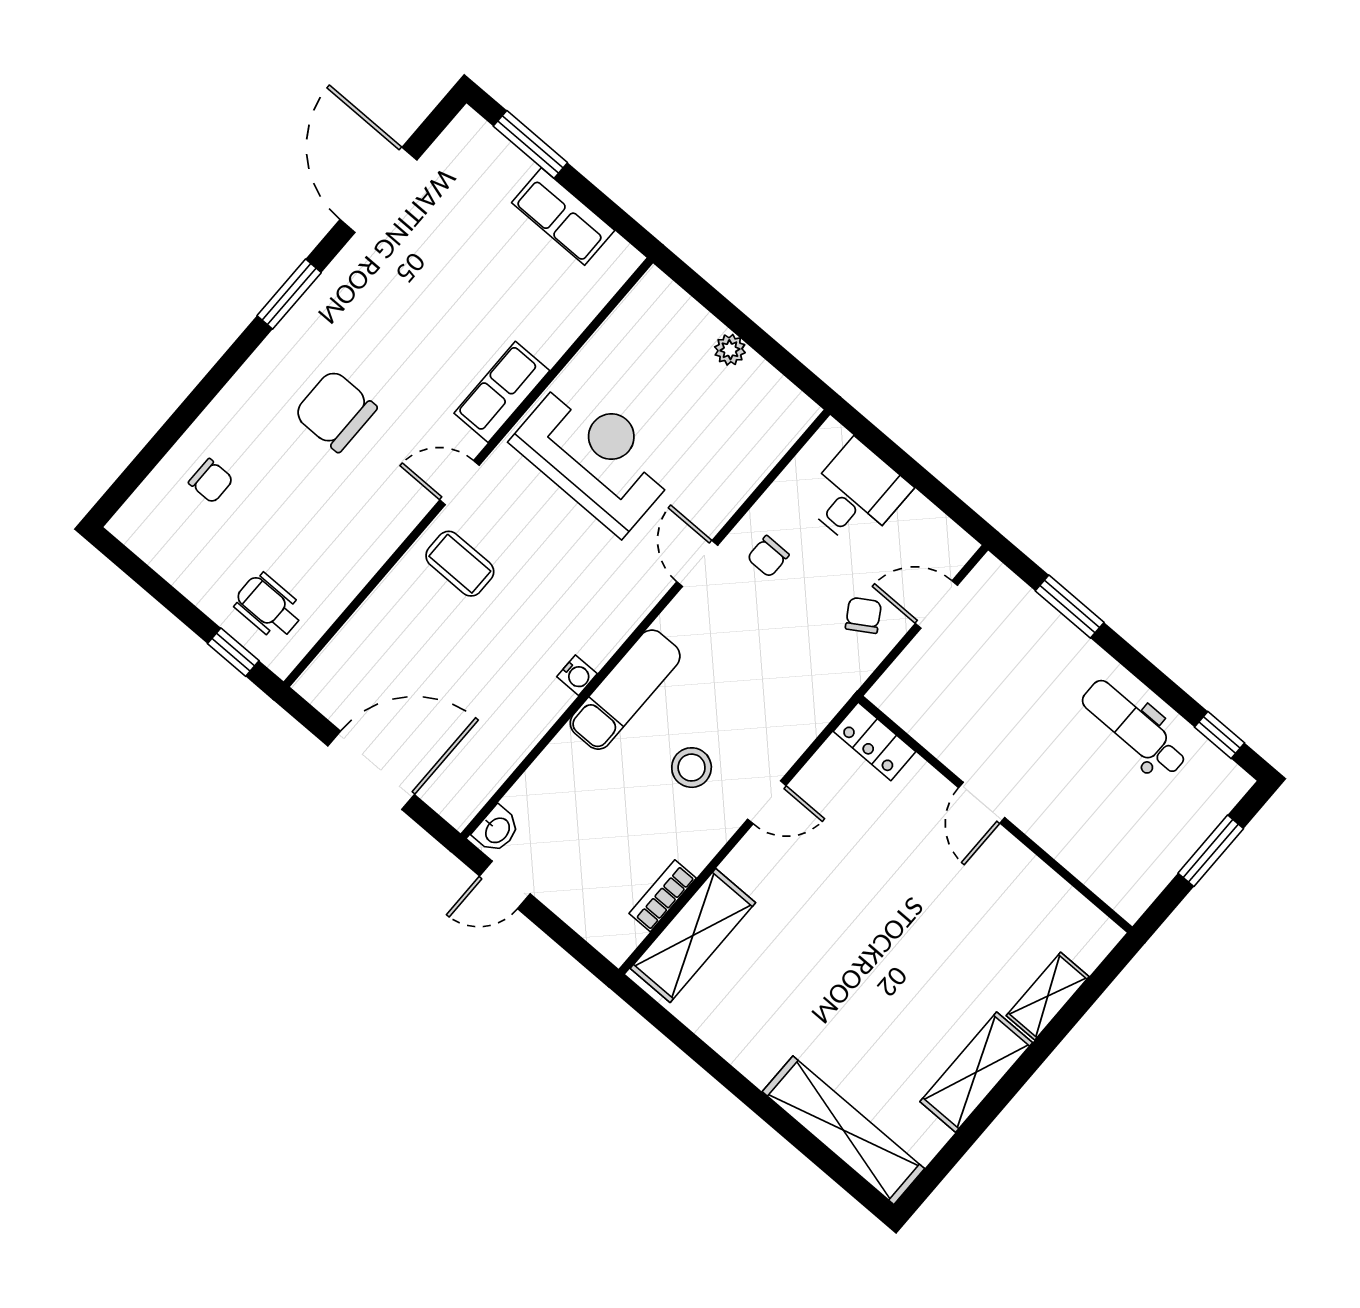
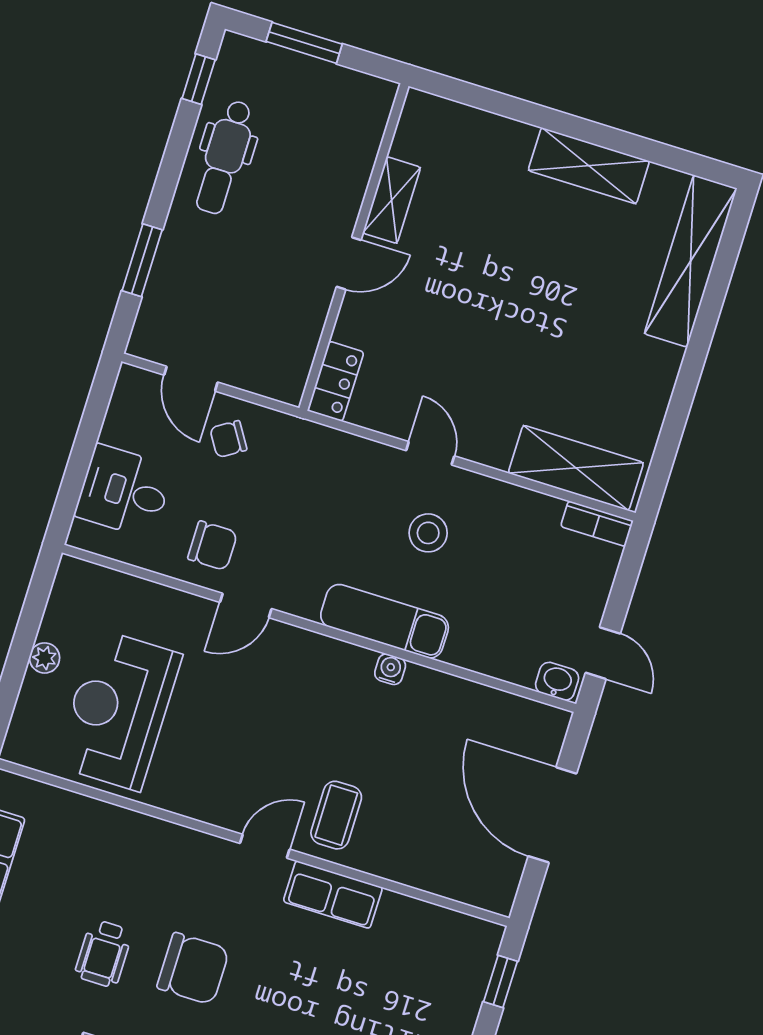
row of seats: (502, 392) -> (333, 895), moved
chair: (335, 411) -> (193, 969), moved, turned -90
reception desk: (595, 455) -> (118, 710), moved
door: (459, 483) -> (265, 846), swing flipped
chair: (768, 556) -> (213, 546), width x1.37, depth x1.37
wheelchair: (269, 607) -> (103, 953), moved
bookcase: (663, 896) -> (597, 524), moved
shelving: (1048, 996) -> (392, 200), moved, turned 90

